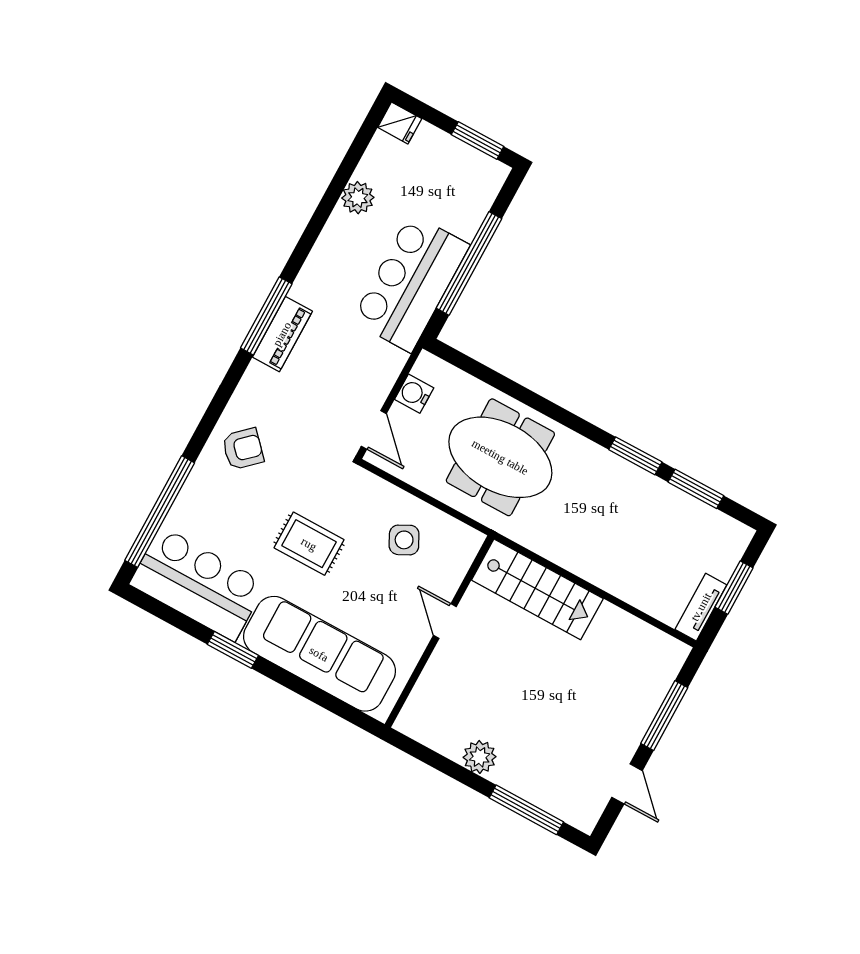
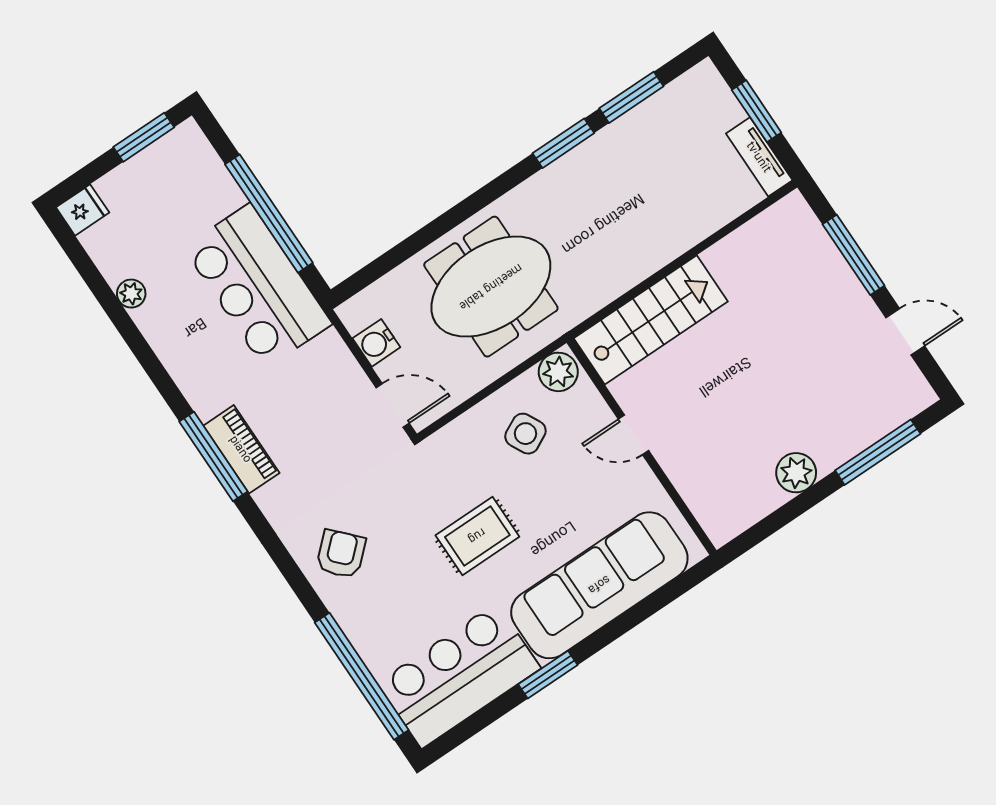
plant: (358, 198) -> (131, 294), width x0.73, depth x0.73
plant: (463, 541) -> (558, 372), added

